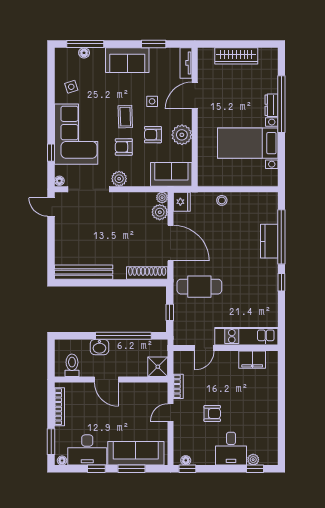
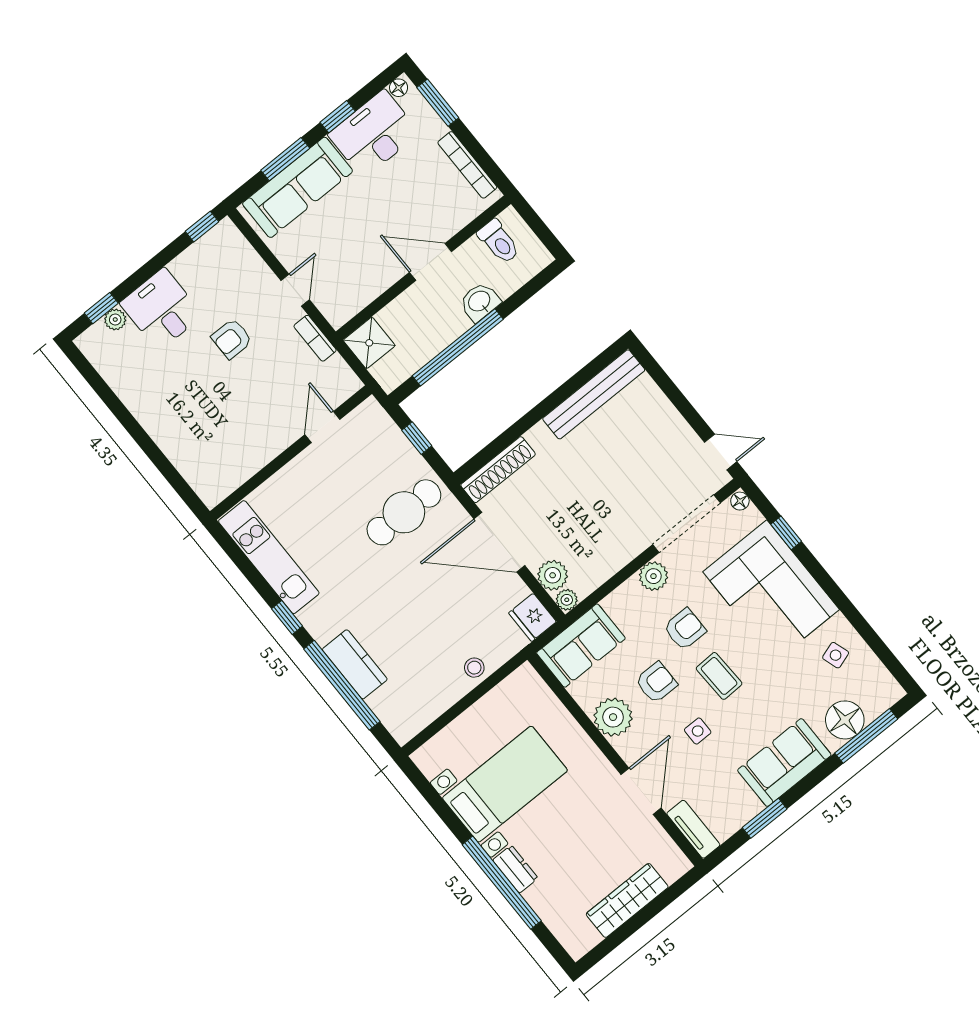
floor lamp: (84, 53) -> (845, 720), width x1.89, depth x1.89
kitchen unit: (246, 336) -> (269, 557), moved, turned -90
filing cabinet: (252, 360) -> (237, 467), removed
floor lamp: (186, 460) -> (215, 237), removed

